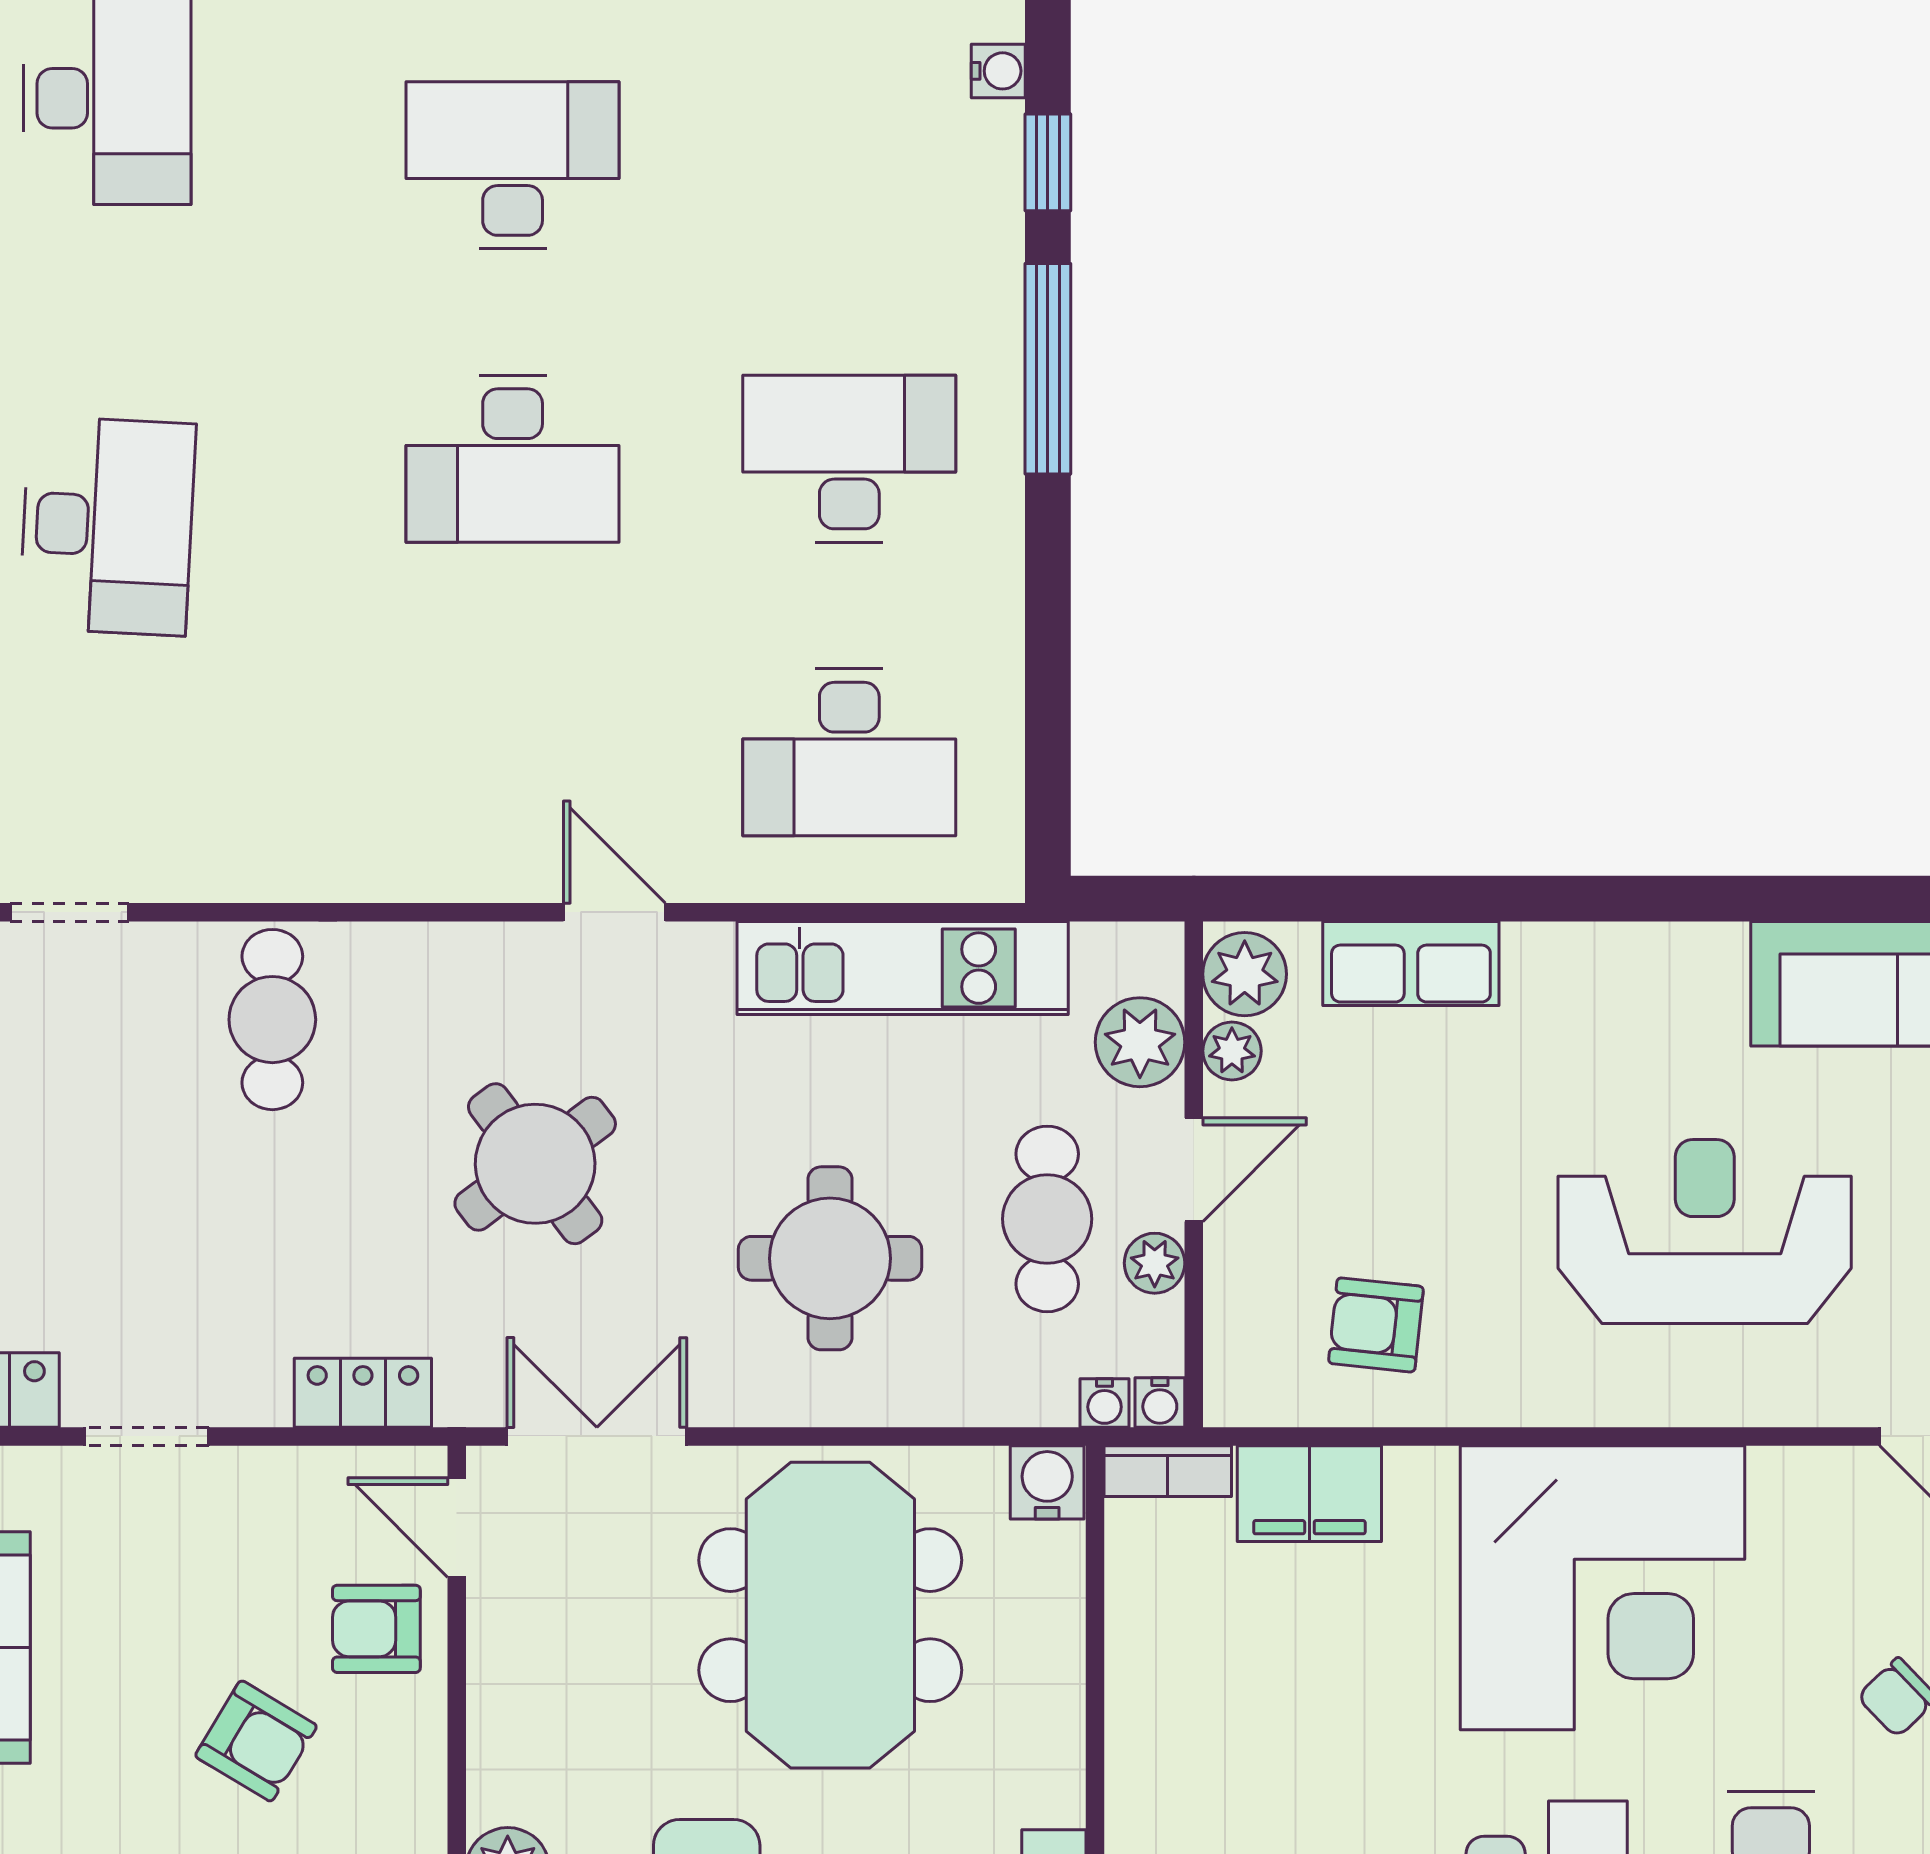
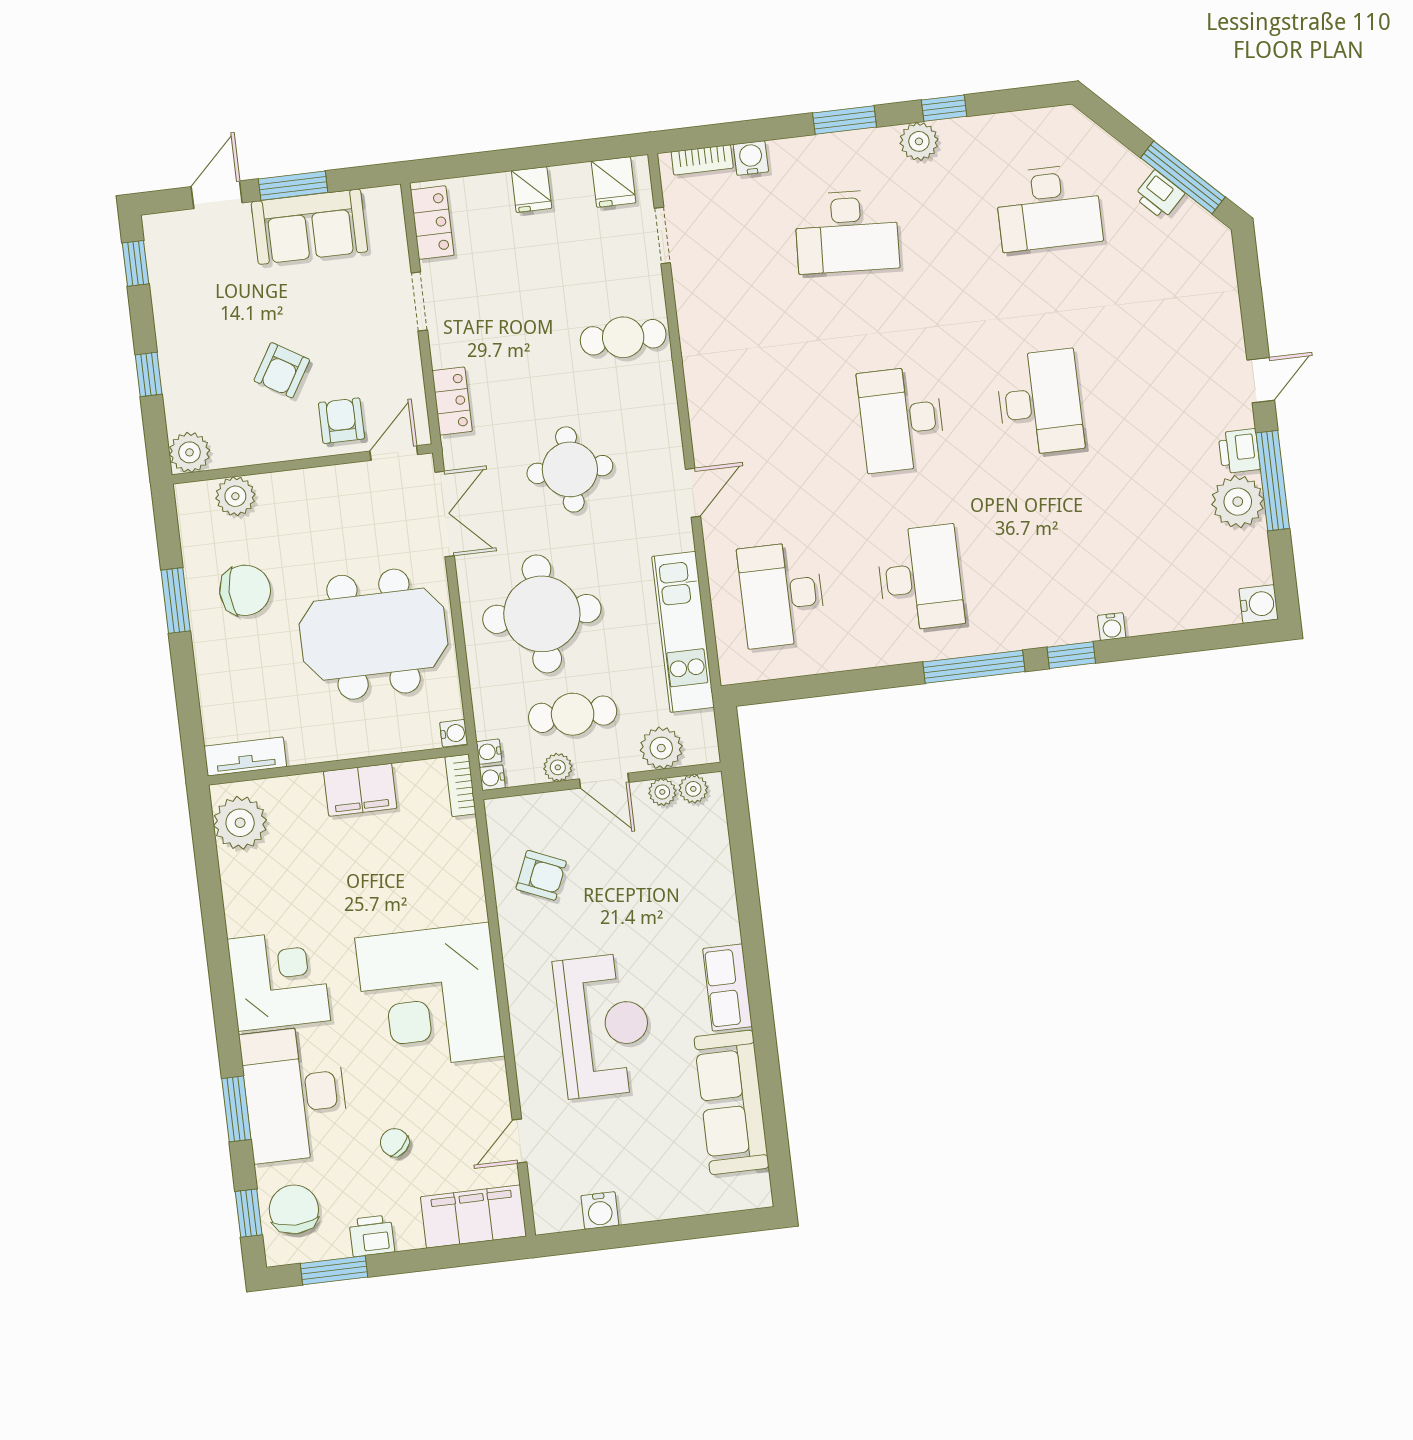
row of seats: (1411, 963) -> (728, 988), moved
plant: (1245, 974) -> (693, 789), width x0.73, depth x0.73
round table: (535, 1164) -> (570, 469), turned 37
round table: (830, 1258) -> (542, 614), width x1.36, depth x1.36
armchair: (1376, 1325) -> (541, 875), turned 107
water cooler: (1047, 1482) -> (454, 733), width x0.72, depth x0.72
filing cabinet: (1309, 1494) -> (360, 790), moved, turned -90

